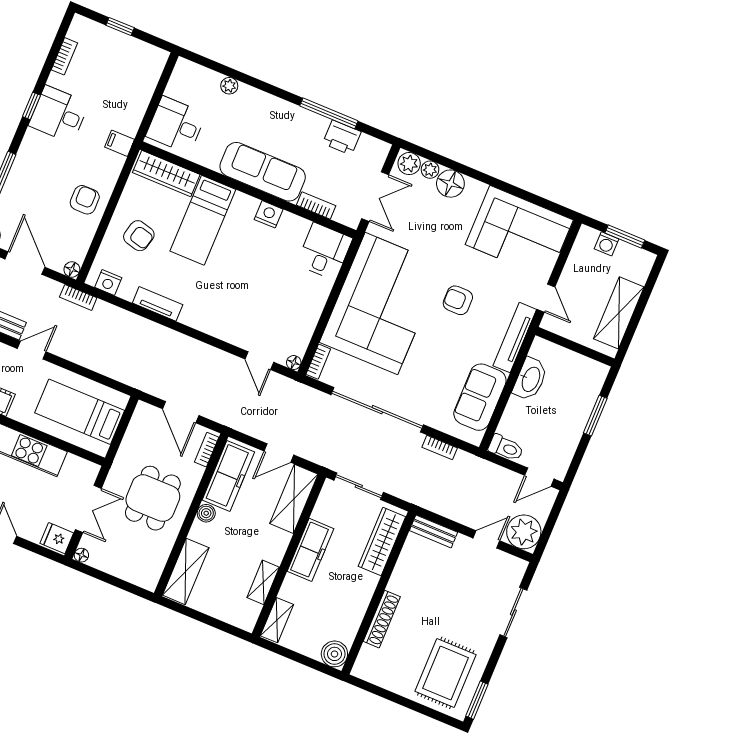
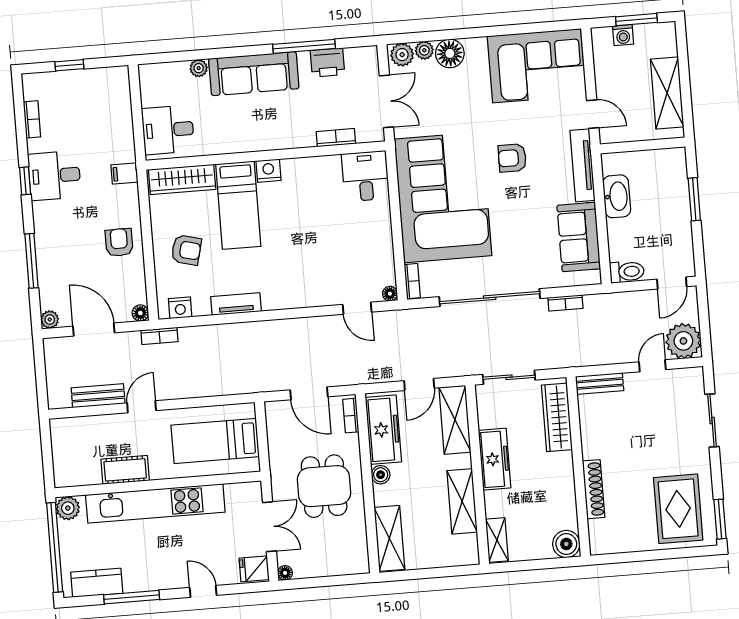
sofa: (263, 172) -> (254, 74), moved, turned 180
nightstand: (269, 214) -> (268, 171), moved
shelving: (263, 582) -> (462, 501), width x1.50, depth x1.33

